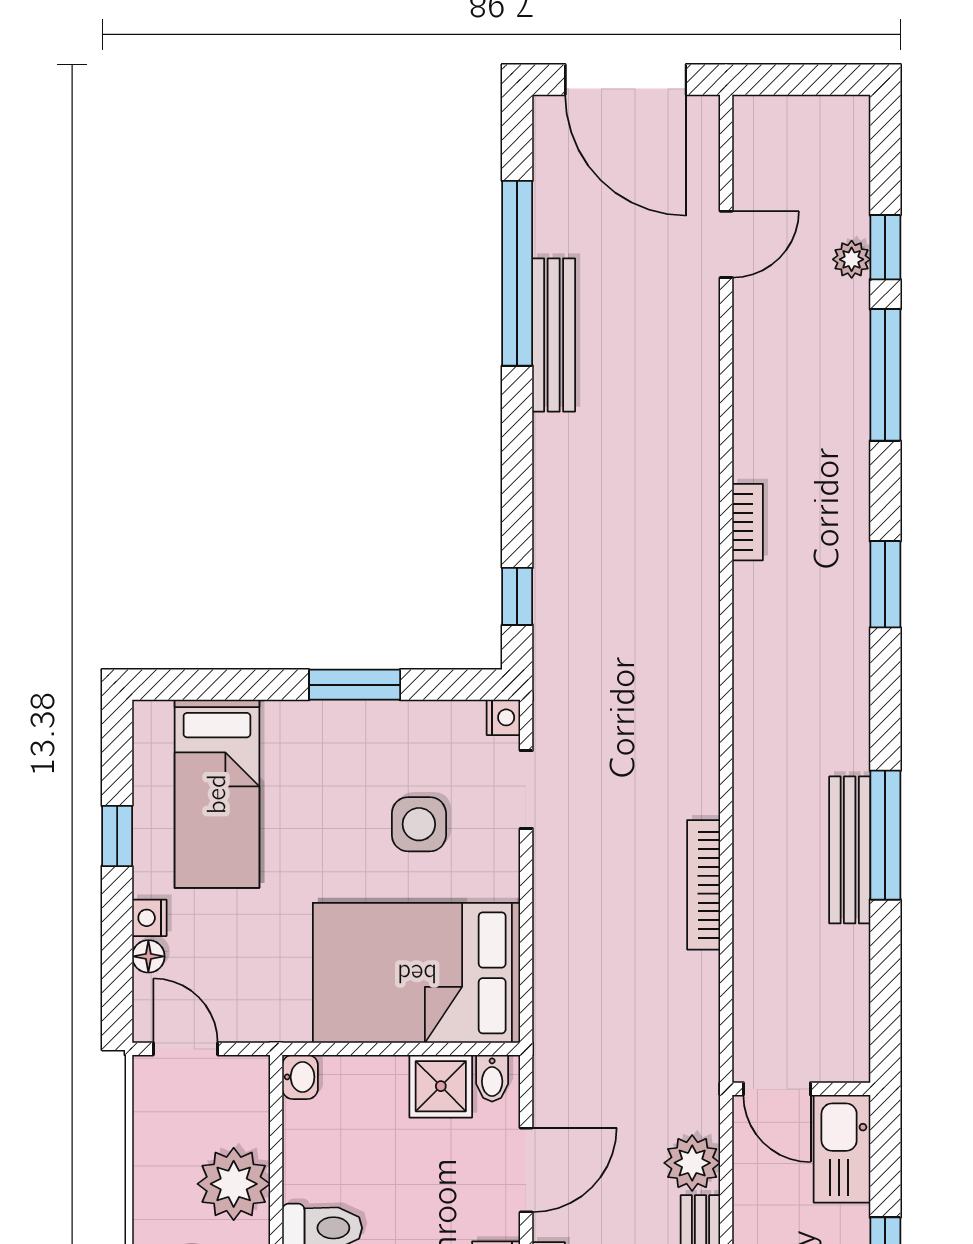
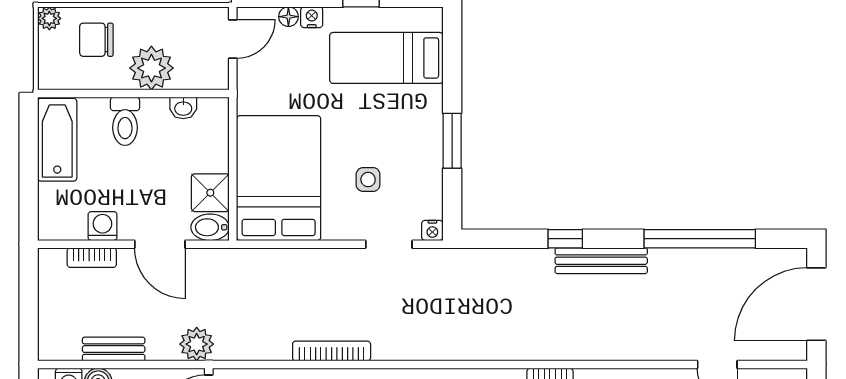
bench: (554, 335) -> (601, 261), moved
window: (517, 596) -> (565, 239), moved
side table: (419, 824) -> (368, 180), width x0.73, depth x0.73
washbasin: (300, 1077) -> (183, 108), moved
bidet: (492, 1078) -> (210, 227), width x1.38, depth x1.36
plant: (692, 1163) -> (197, 344), moved

